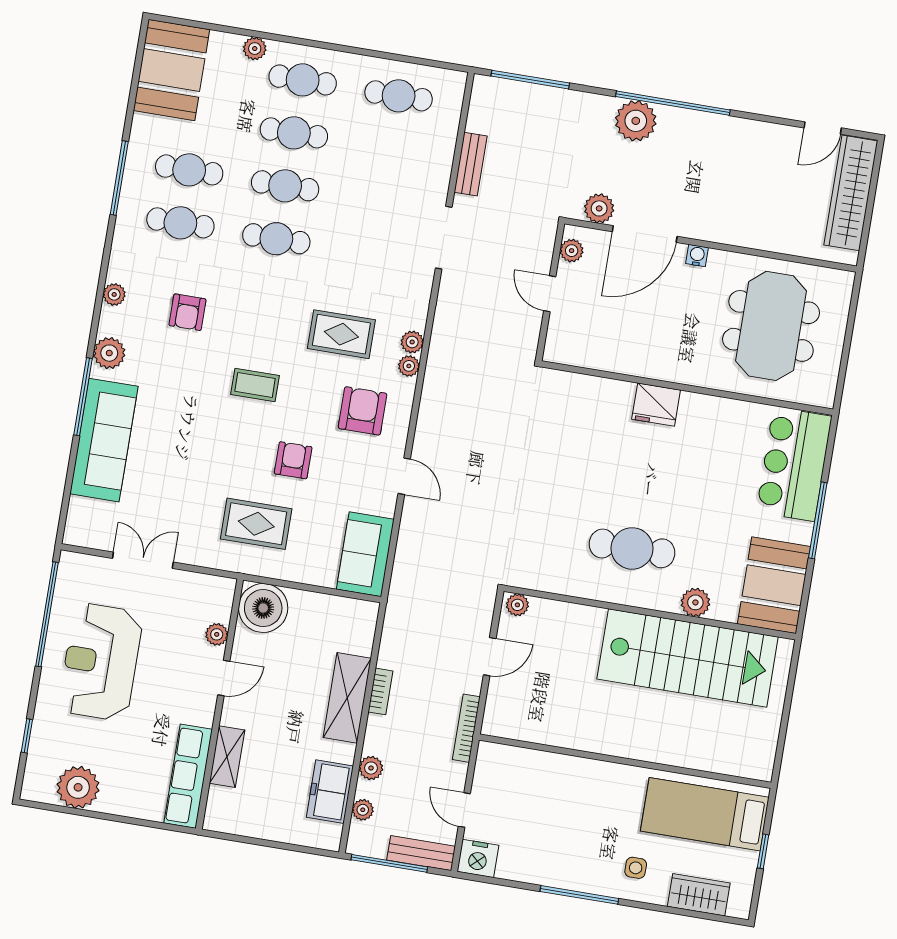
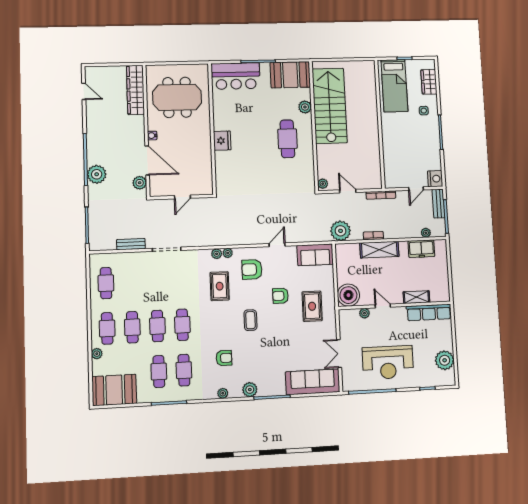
wardrobe: (851, 193) -> (135, 90), moved, turned 90
plant: (572, 251) -> (161, 191), removed
sofa: (104, 440) -> (313, 382), moved
plant: (371, 768) -> (340, 231), moved, width x1.88, depth x1.88

